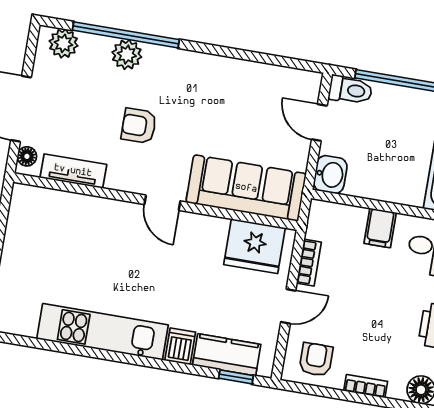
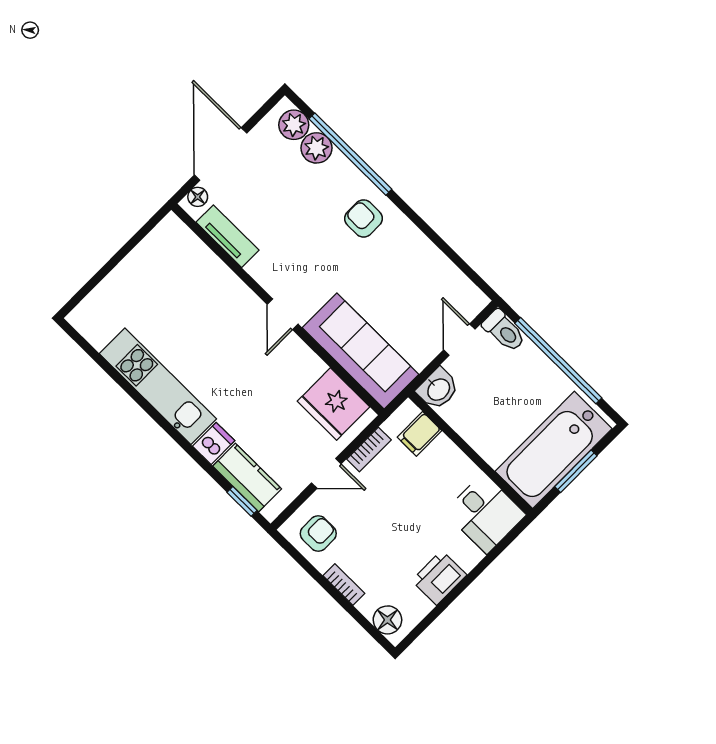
plant: (127, 55) -> (316, 148), moved
armchair: (139, 126) -> (364, 218), moved
filing cabinet: (380, 228) -> (420, 434), moved

